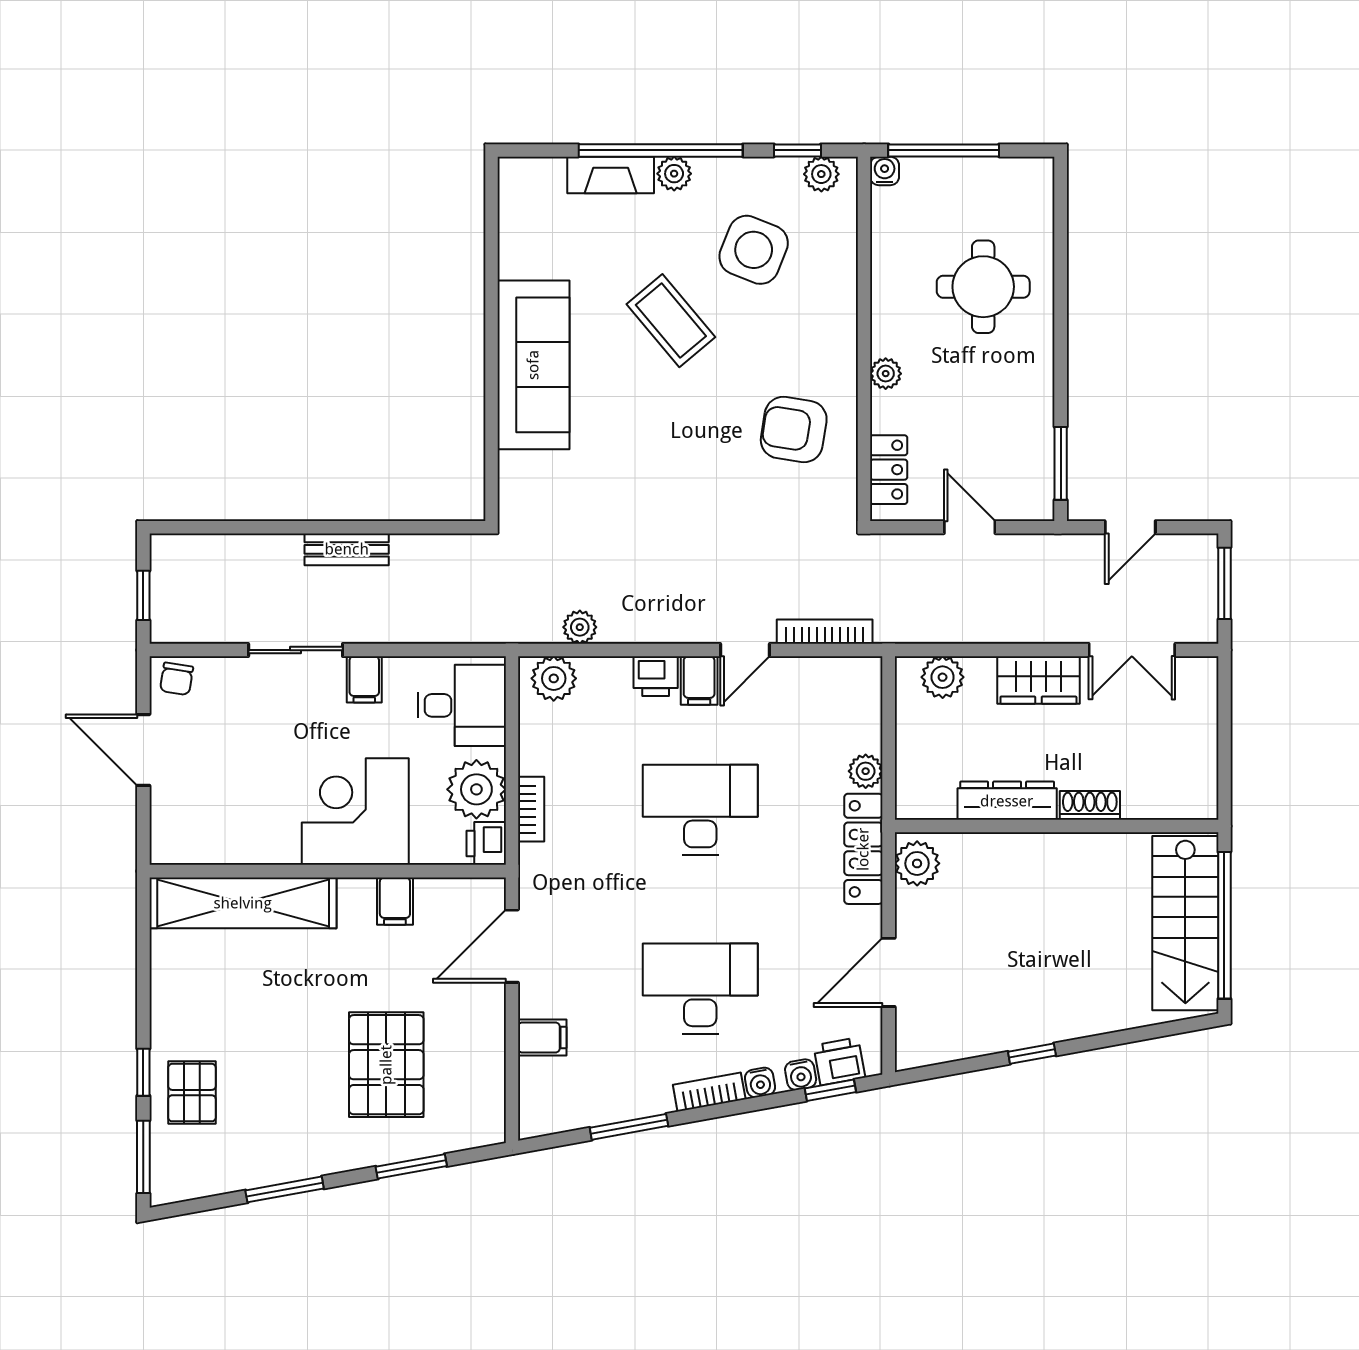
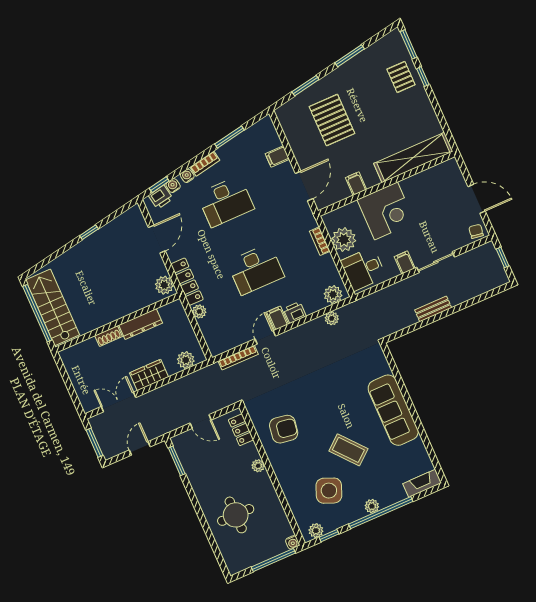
fireplace: (611, 175) -> (422, 483), moved
printer: (486, 843) -> (331, 221), removed

